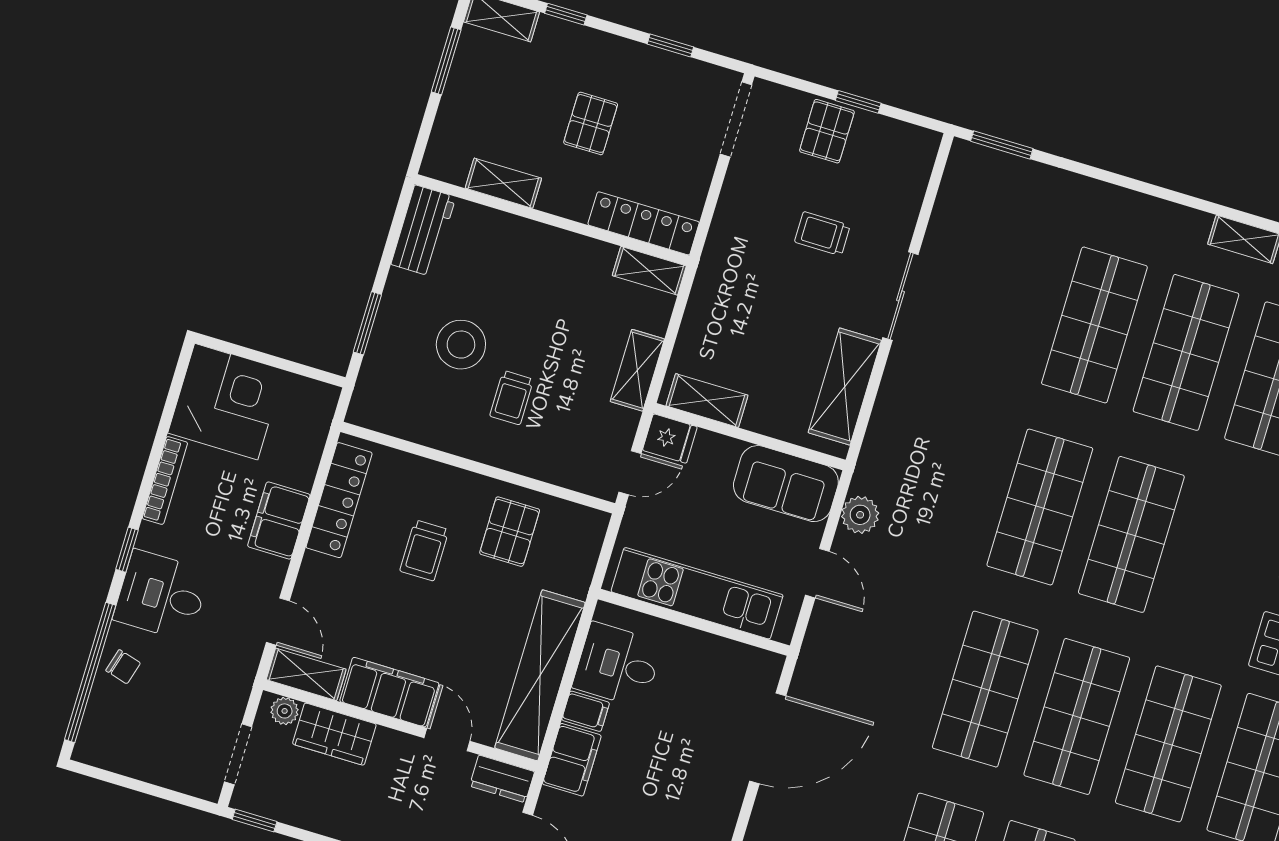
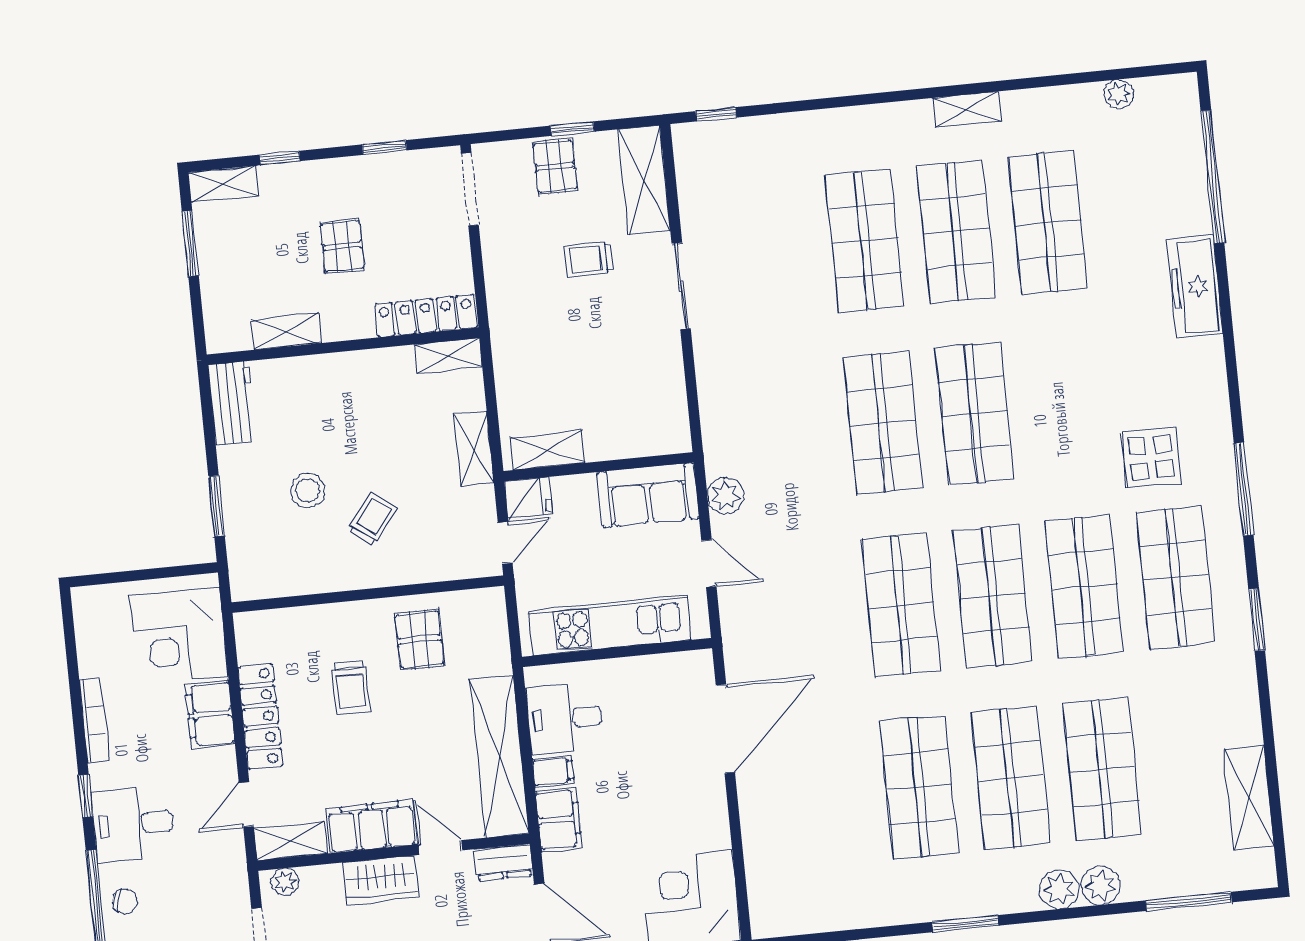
window: (1002, 145) -> (716, 114), width x0.67
stool: (461, 345) -> (308, 491), width x0.73, depth x0.73
shelving: (845, 387) -> (644, 180), moved
trolley: (512, 398) -> (372, 519), turned -143
corner desk: (226, 402) -> (179, 636), moved, turned 180
locker: (339, 500) -> (260, 717), moved
door: (278, 622) -> (246, 804), swing flipped
wardrobe: (334, 734) -> (381, 880), moved

